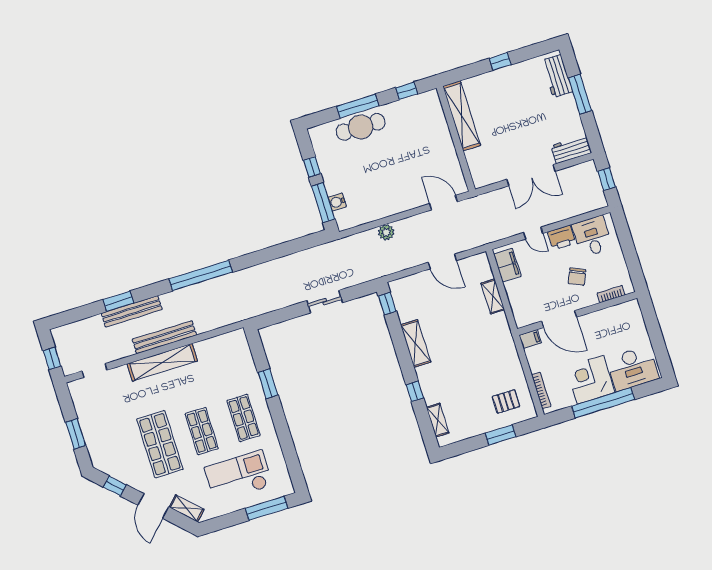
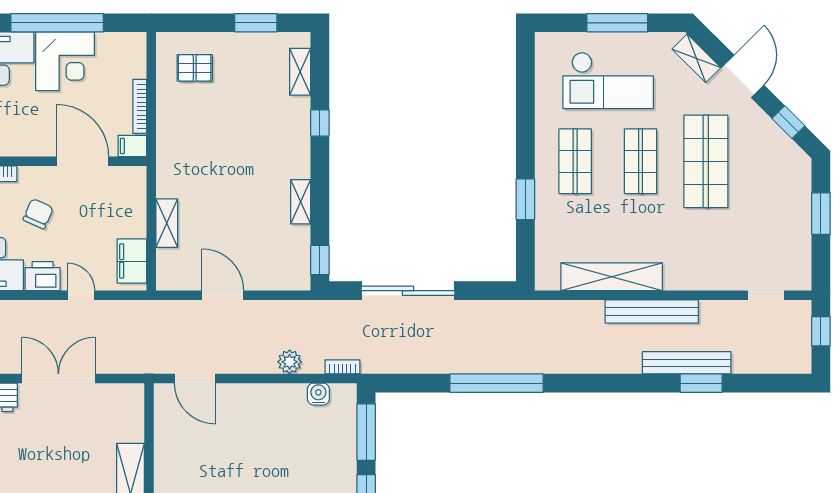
water cooler: (337, 202) -> (318, 394), moved, turned -90
bookcase: (351, 240) -> (342, 367), added
window: (201, 276) -> (496, 383), moved
sliding door: (325, 302) -> (408, 291), width x1.86
shelving: (416, 343) -> (301, 202), width x0.67, depth x0.75
shelving: (162, 362) -> (612, 277), moved
bookcase: (541, 390) -> (140, 106), moved
window: (501, 435) -> (256, 23), moved
window: (267, 508) -> (617, 23), moved

